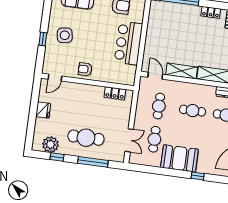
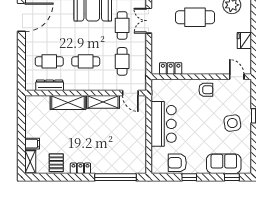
door: (55, 78) -> (237, 77), hinge flipped

